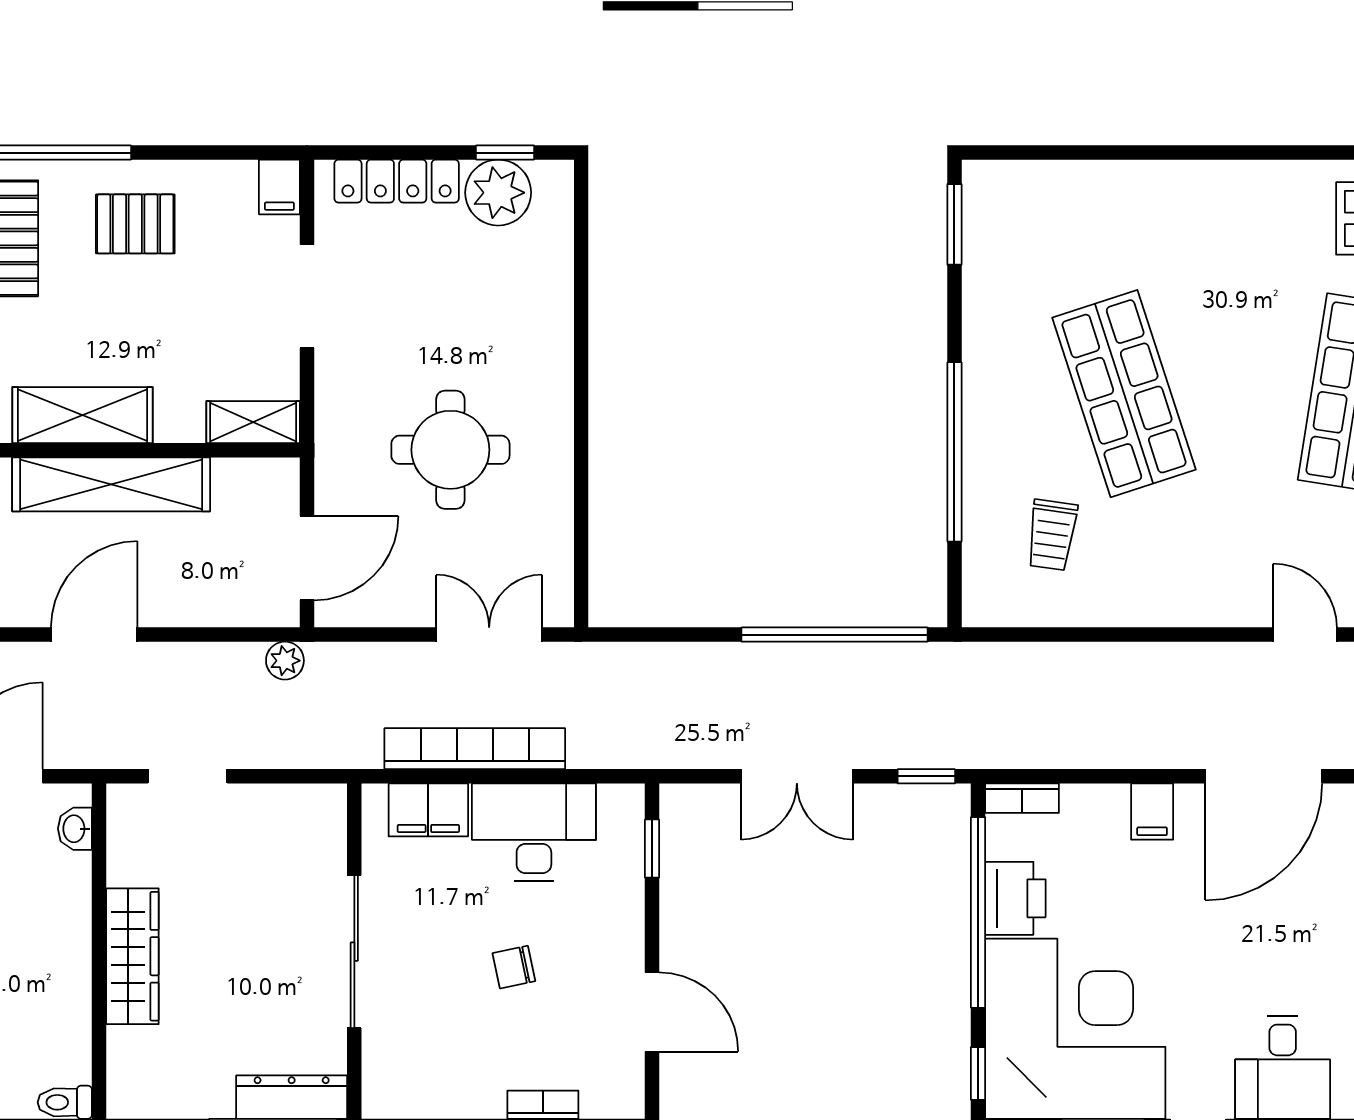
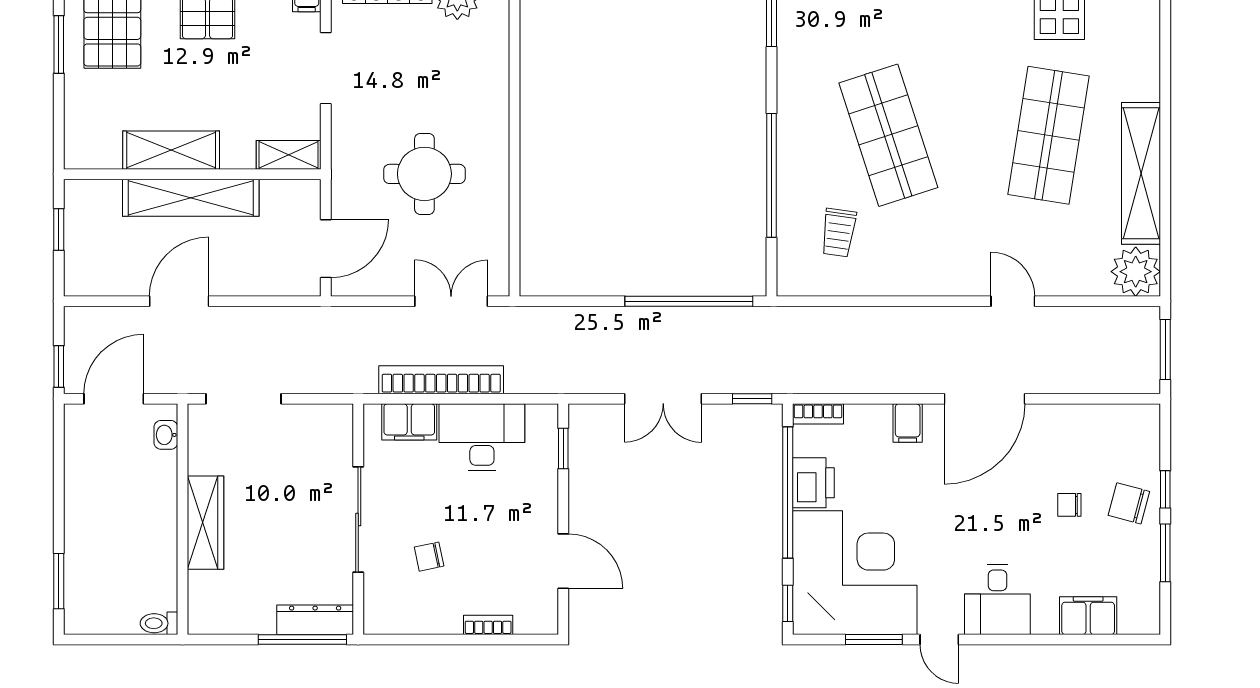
plant: (285, 661) -> (311, 319), removed
doorway: (188, 776) -> (243, 399), width x1.38
chair: (514, 967) -> (429, 557), moved

